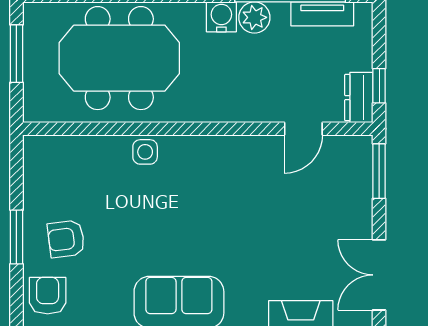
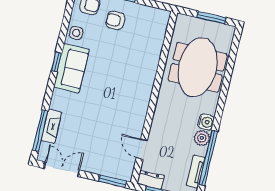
side table: (145, 152) -> (76, 33), moved
armchair: (66, 239) -> (115, 20), turned -83

